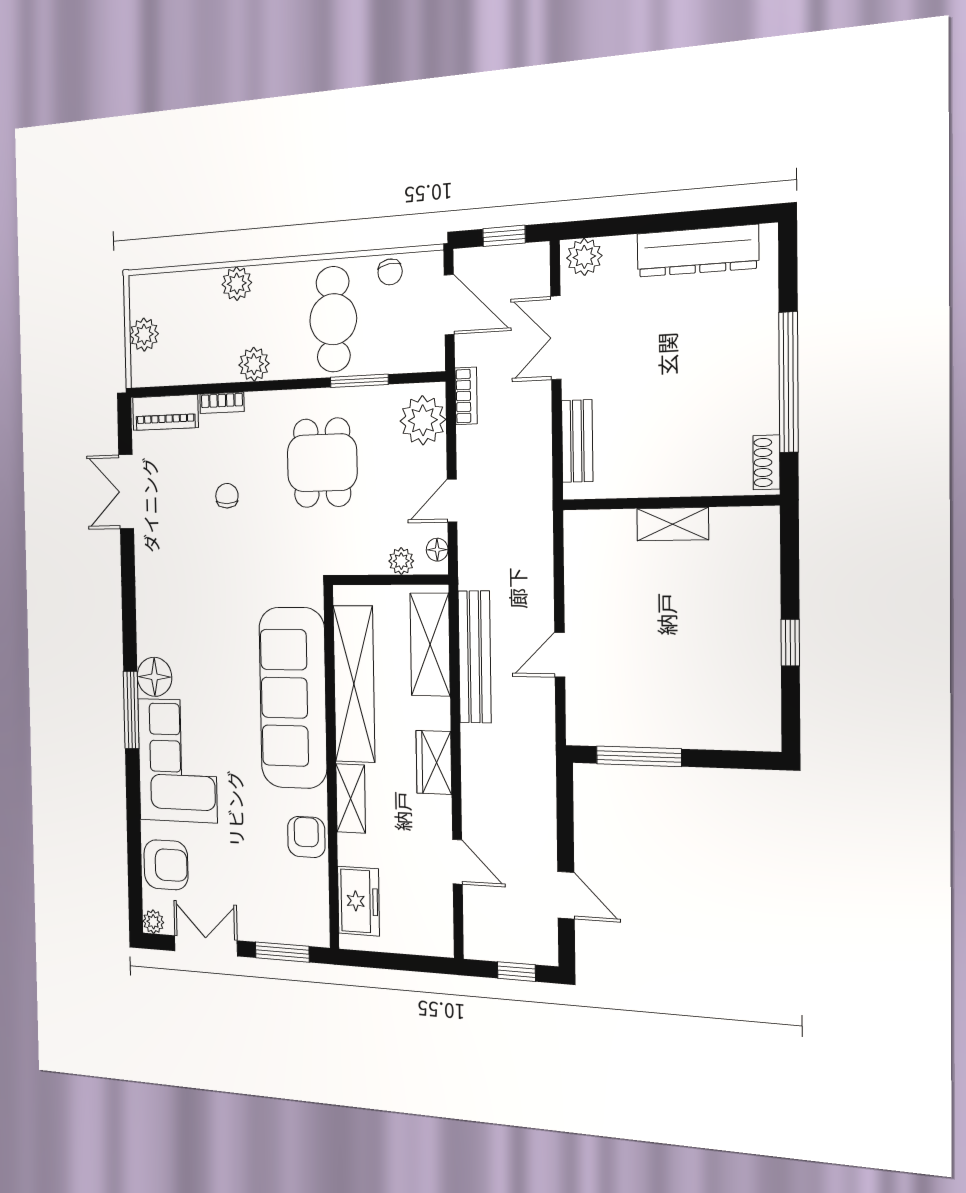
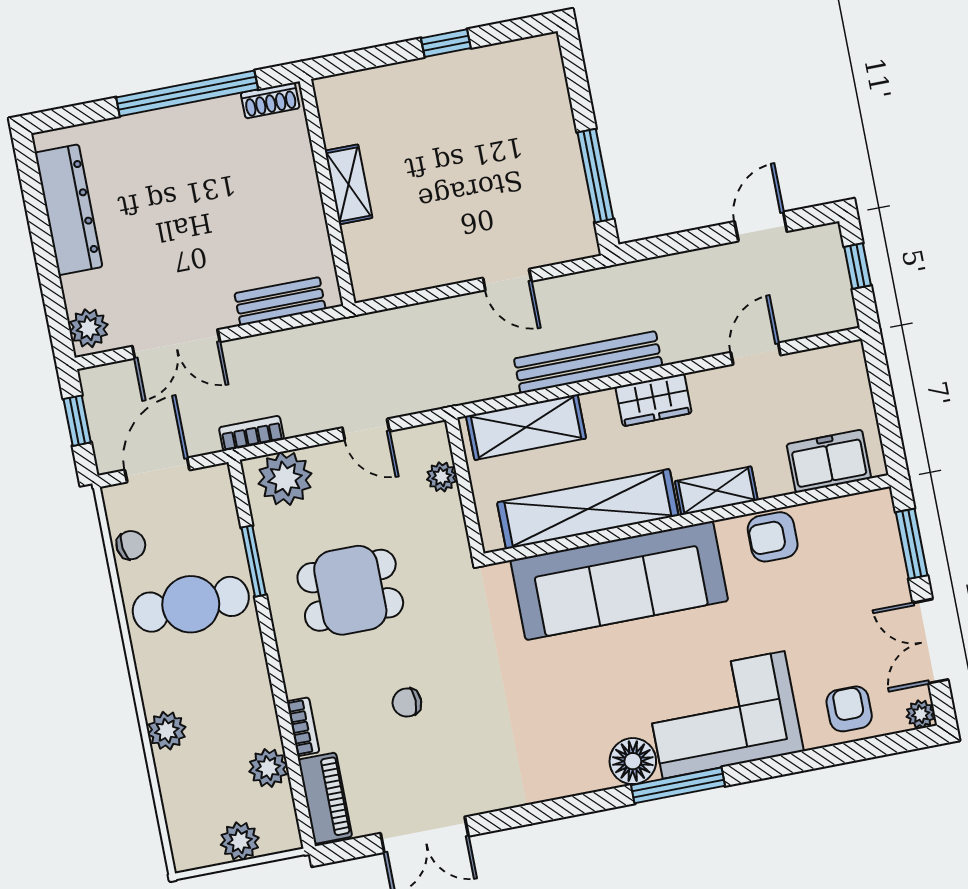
plant: (254, 364) -> (268, 768), moved
floor lamp: (437, 550) -> (422, 437), removed
bench: (475, 657) -> (588, 362), moved
armchair: (166, 865) -> (849, 709), width x0.72, depth x0.72

